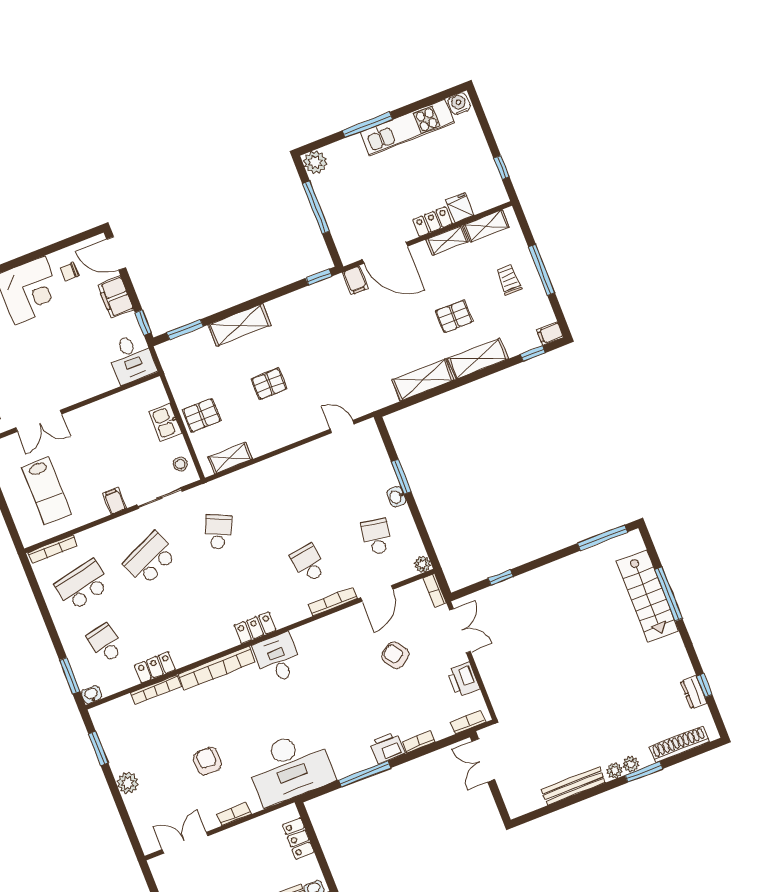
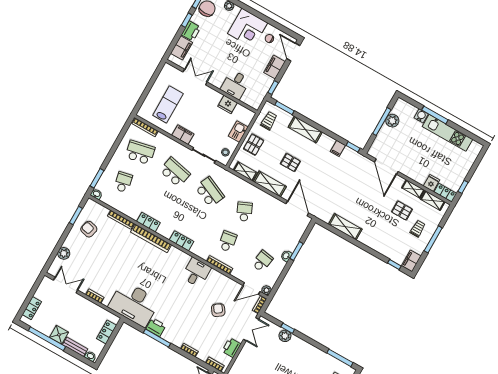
water cooler: (459, 104) -> (421, 116), moved
plant: (315, 162) -> (392, 121), moved
locker: (432, 222) -> (445, 193), moved
filing cabinet: (355, 280) -> (338, 148), moved
pallet: (454, 316) -> (402, 211), moved
filing cabinet: (550, 333) -> (411, 261), width x2.00
desk: (131, 359) -> (235, 85), moved
shelving: (478, 359) -> (270, 184), moved
trolley: (185, 367) -> (269, 121), added
fridge: (115, 406) -> (228, 104), added
pallet: (202, 415) -> (254, 145), turned 90
double door: (39, 421) -> (195, 77), swing flipped
door: (342, 427) -> (297, 208), width x1.88
lab bench: (47, 491) -> (168, 104), turned 180
filing cabinet: (114, 501) -> (183, 135), width x2.00
school desk: (286, 505) -> (244, 212), added
school desk: (218, 532) -> (210, 192), width x1.85
school desk: (150, 559) -> (175, 172), turned 36
plant: (508, 590) -> (285, 336), added
door: (377, 593) -> (251, 288), moved
desk: (278, 658) -> (196, 272), moved
locker: (155, 667) -> (148, 222), moved
printer: (387, 748) -> (156, 327), moved
armchair: (207, 761) -> (89, 229), moved, turned -75
plant: (128, 783) -> (64, 253), moved

